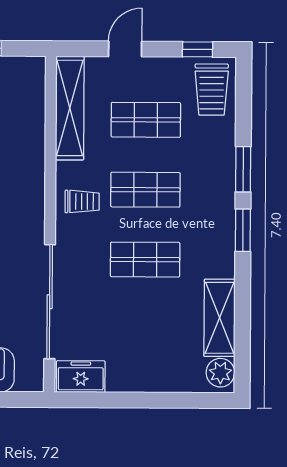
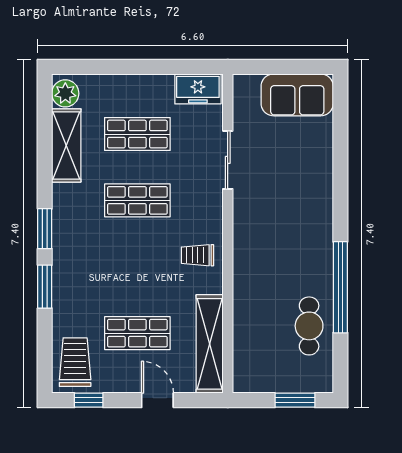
door: (125, 49) -> (157, 400), swing flipped
shop shelf: (145, 190) -> (137, 134), moved
sliding door: (50, 302) -> (228, 160), width x0.54

